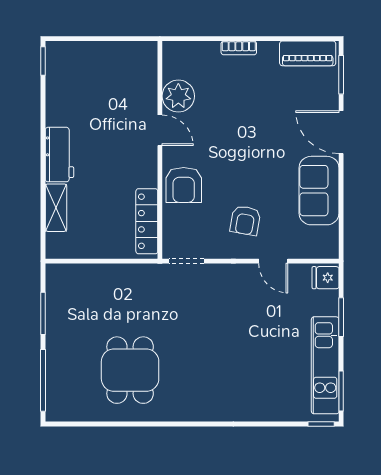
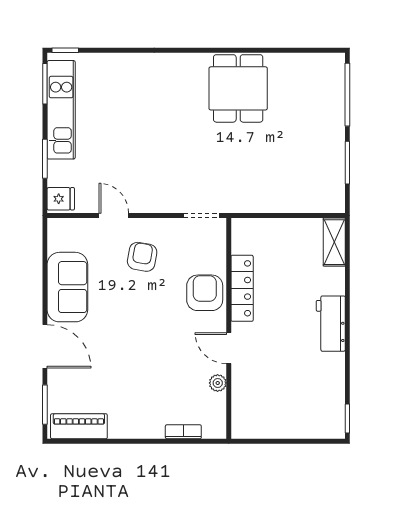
bookcase: (239, 48) -> (183, 432), moved
plant: (178, 96) -> (218, 383), width x0.53, depth x0.53
shelving: (56, 208) -> (334, 242), moved
locker: (147, 221) -> (242, 288), moved
dining table: (130, 370) -> (238, 88), moved

